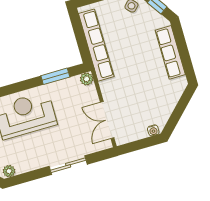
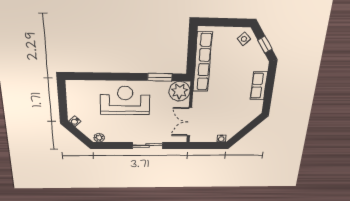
row of seats: (170, 52) -> (259, 86), width x0.68
plant: (87, 79) -> (180, 91), width x1.87, depth x1.87

